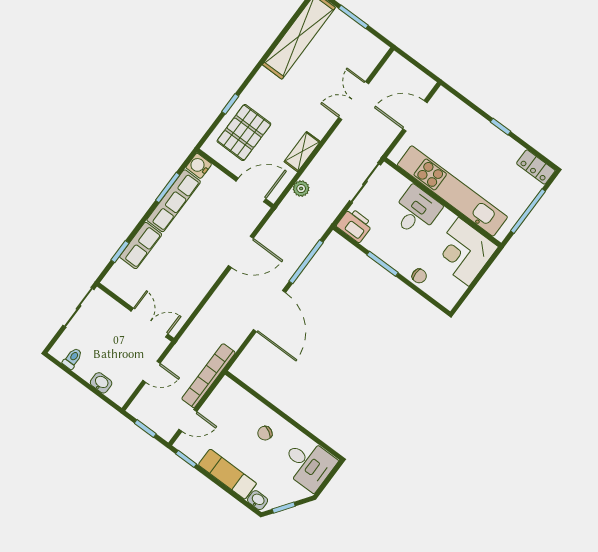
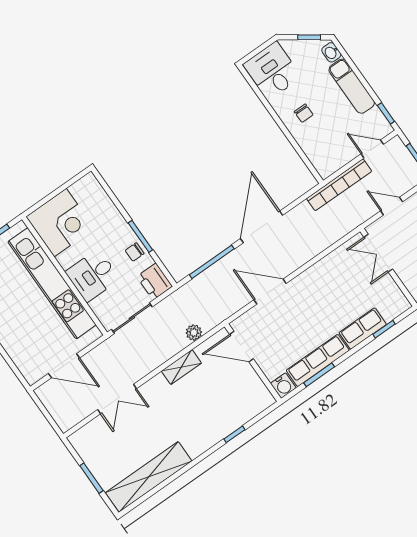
pallet: (244, 133) -> (230, 403), removed
chair: (419, 276) -> (135, 252), moved, turned -90
chair: (265, 433) -> (304, 113), turned 62

